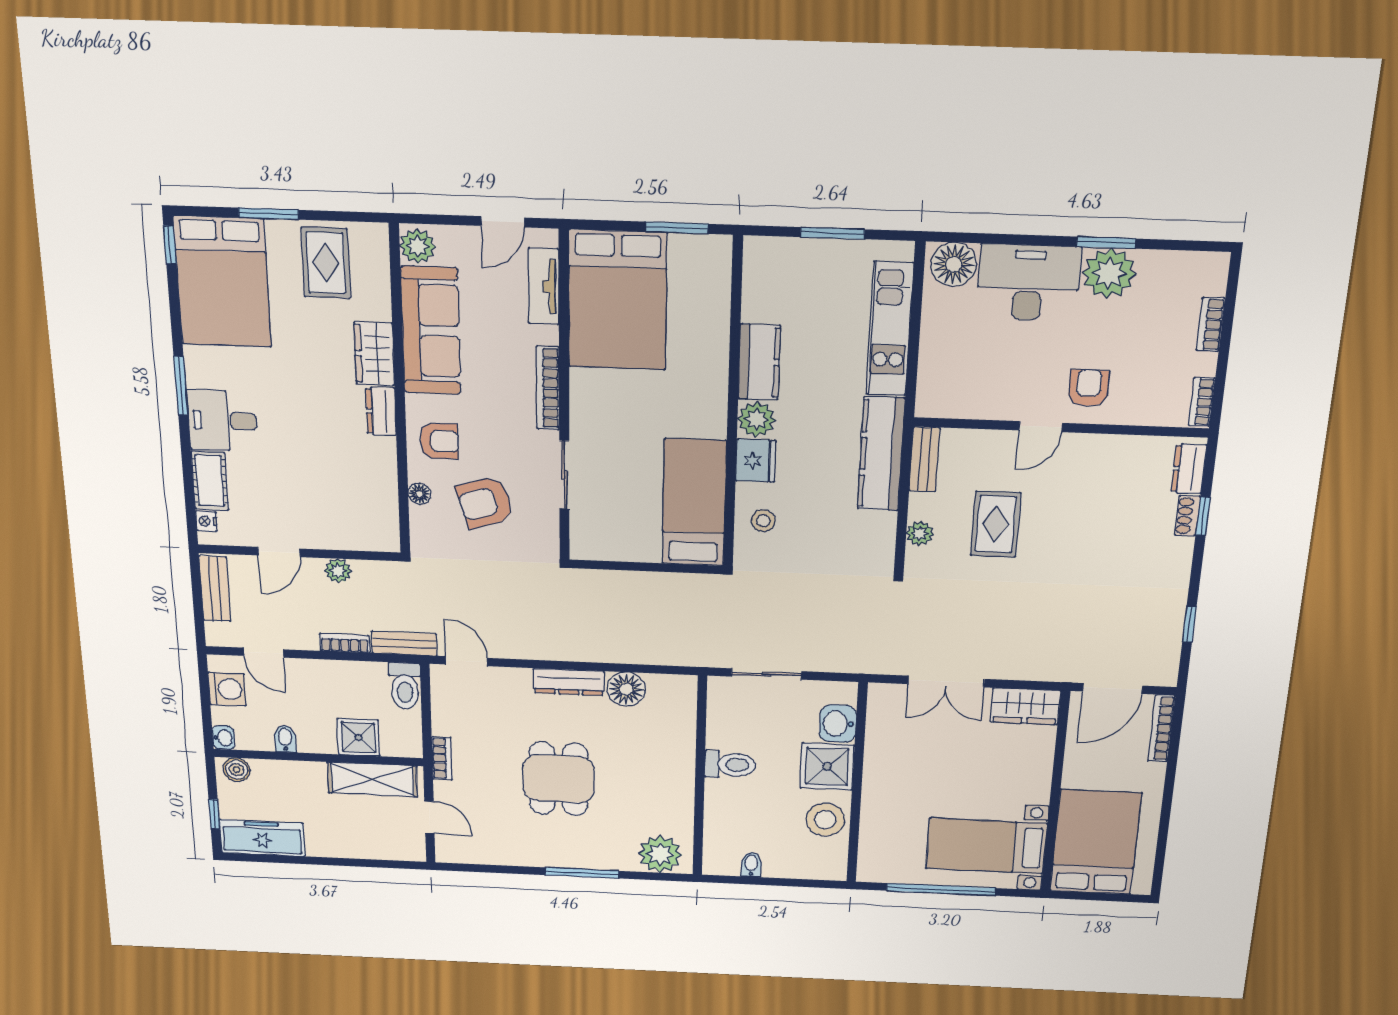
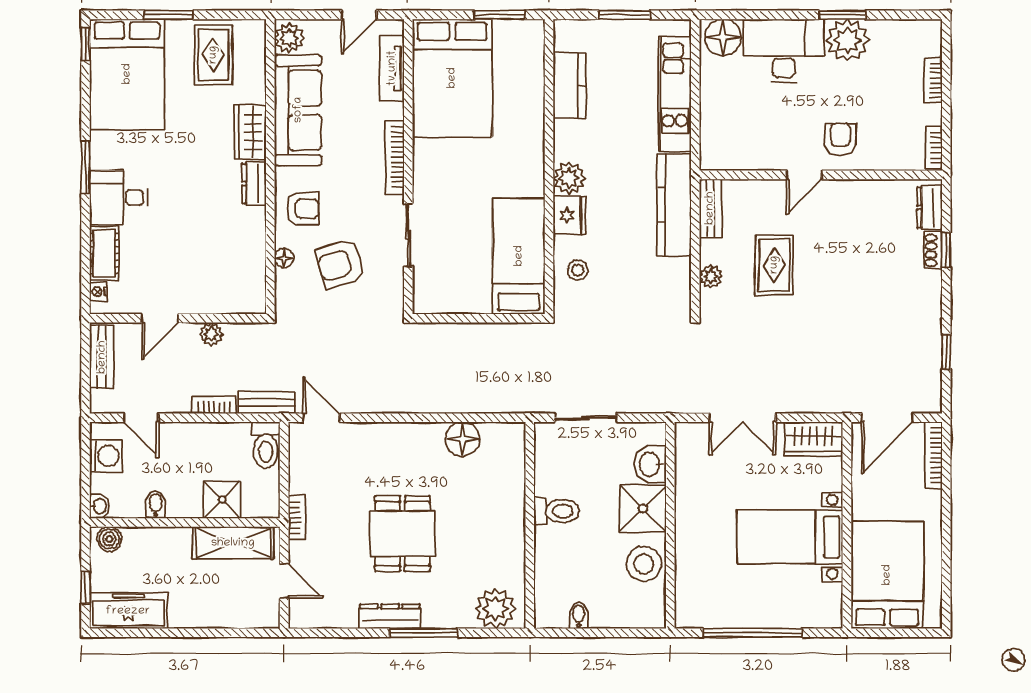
kitchen counter: (759, 362) -> (569, 85), moved
dresser: (569, 682) -> (390, 616), moved, turned 180
bed with nightstands: (986, 846) -> (790, 537), moved

